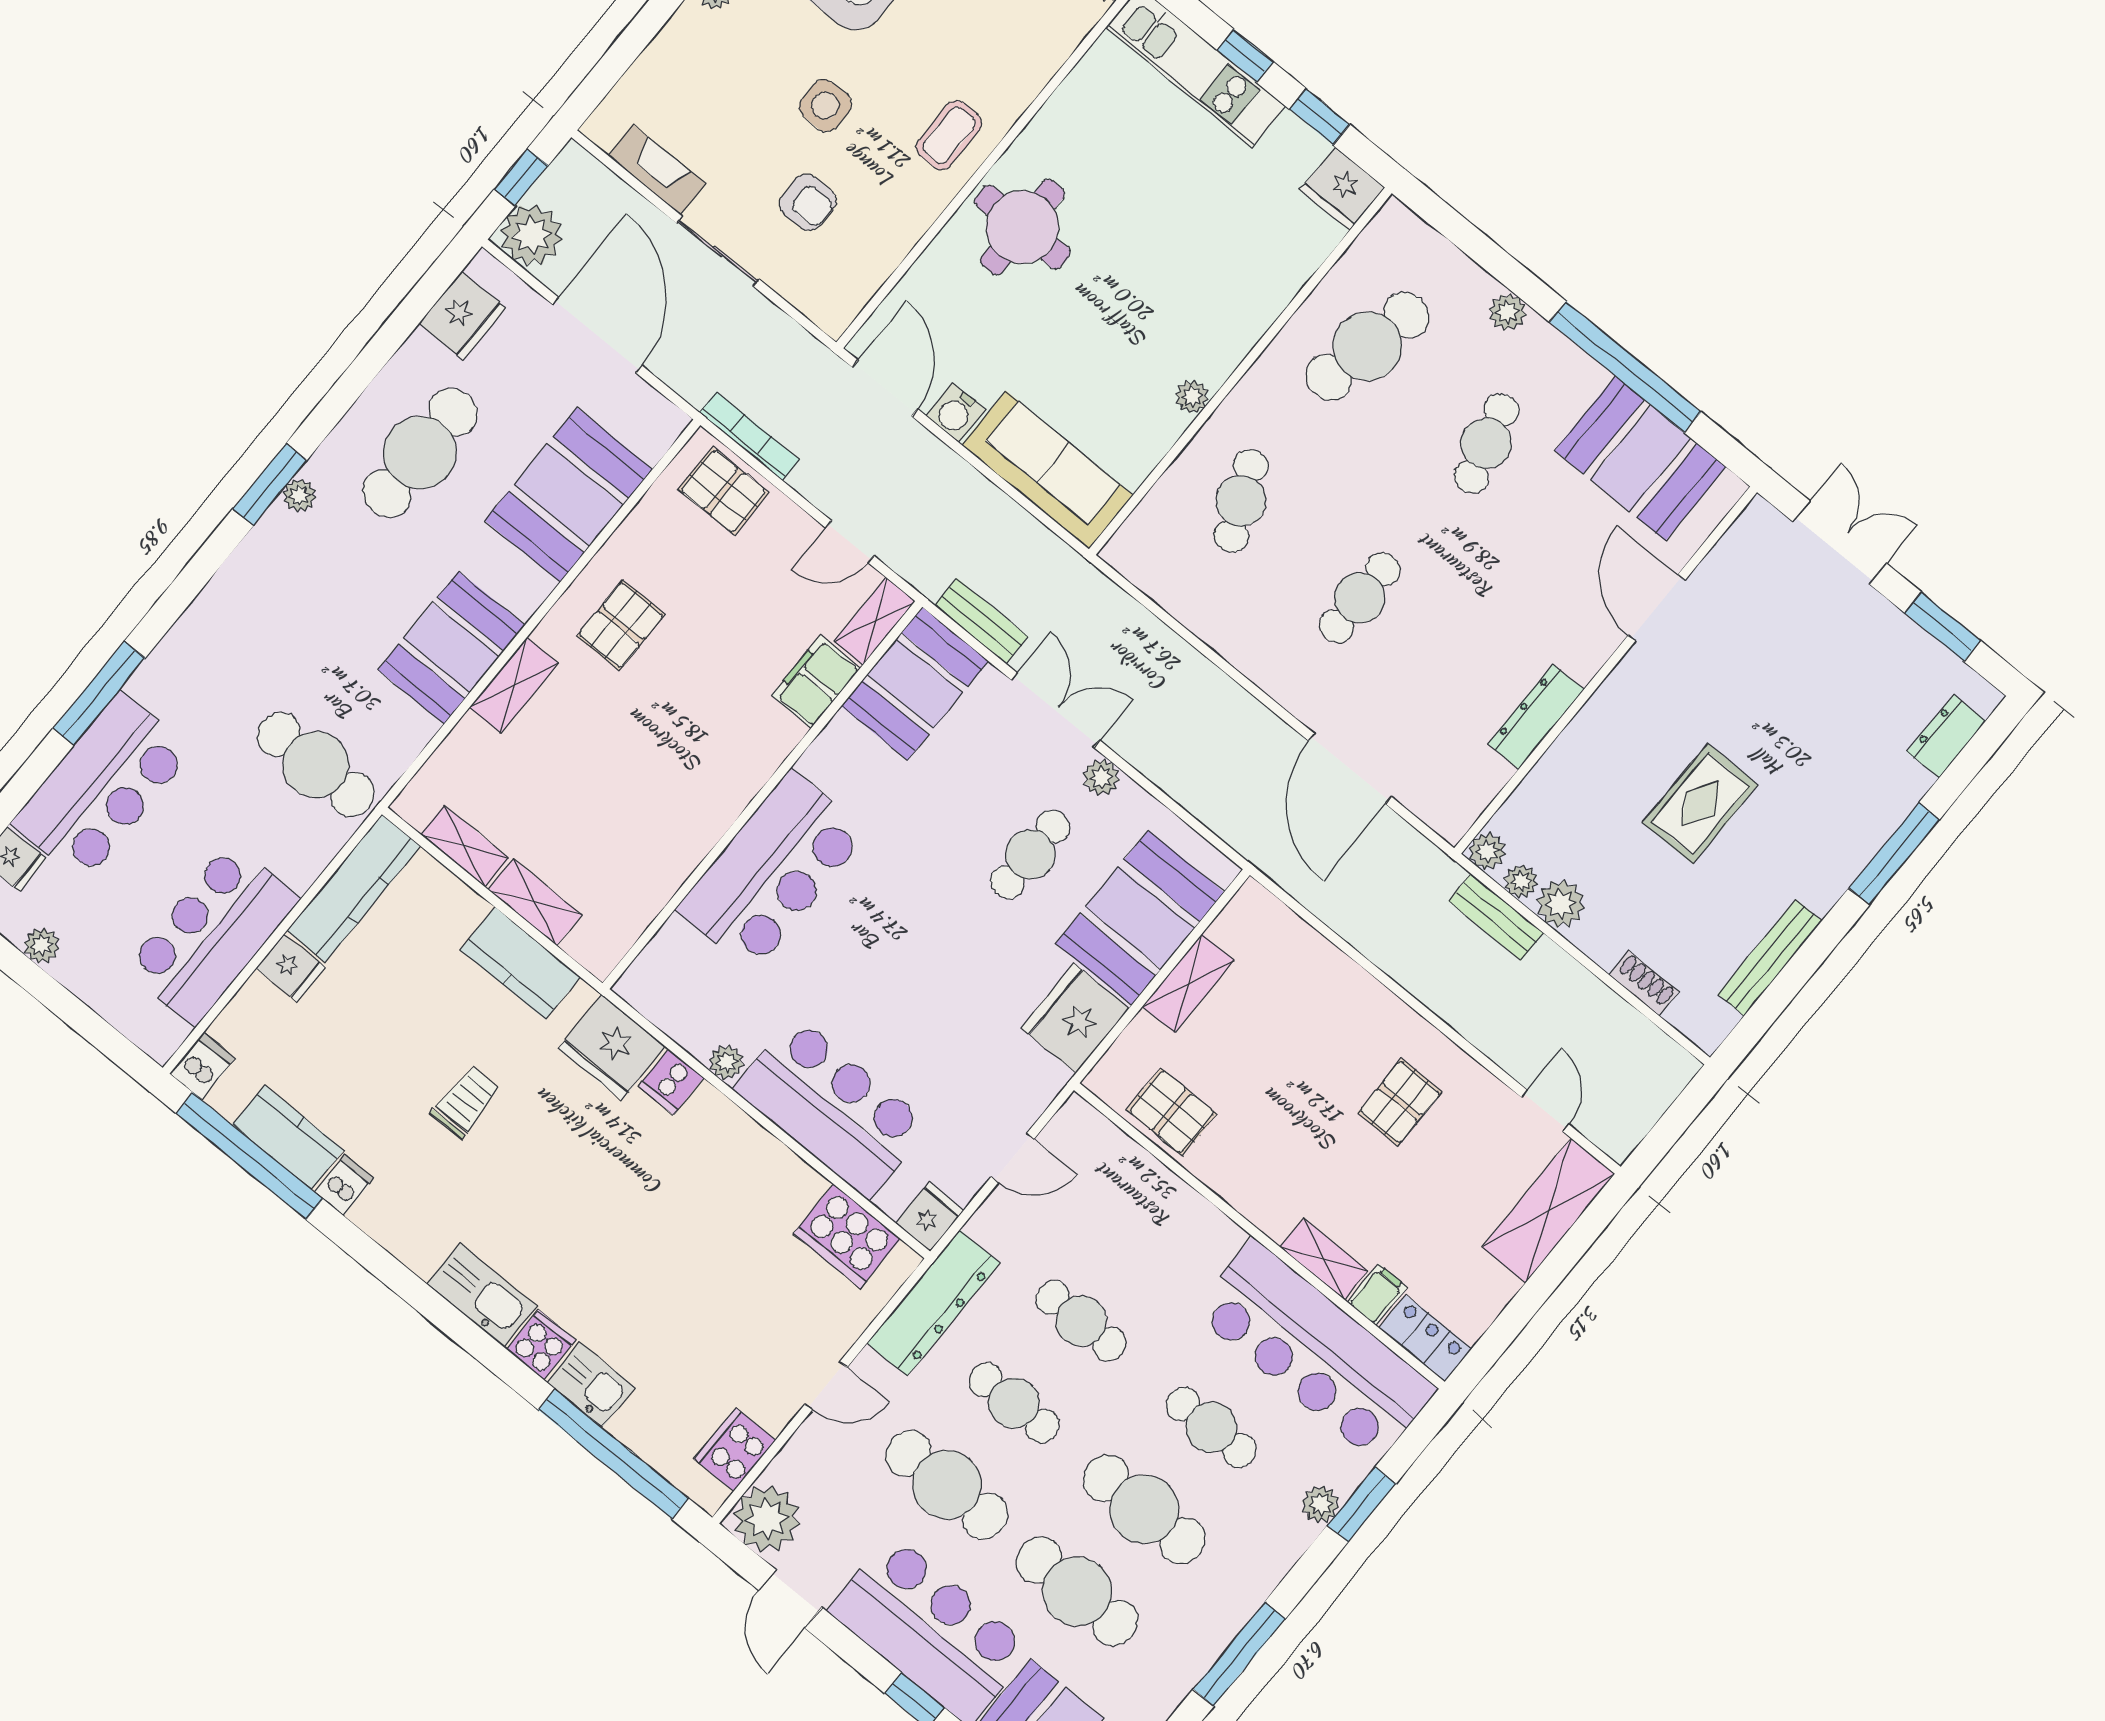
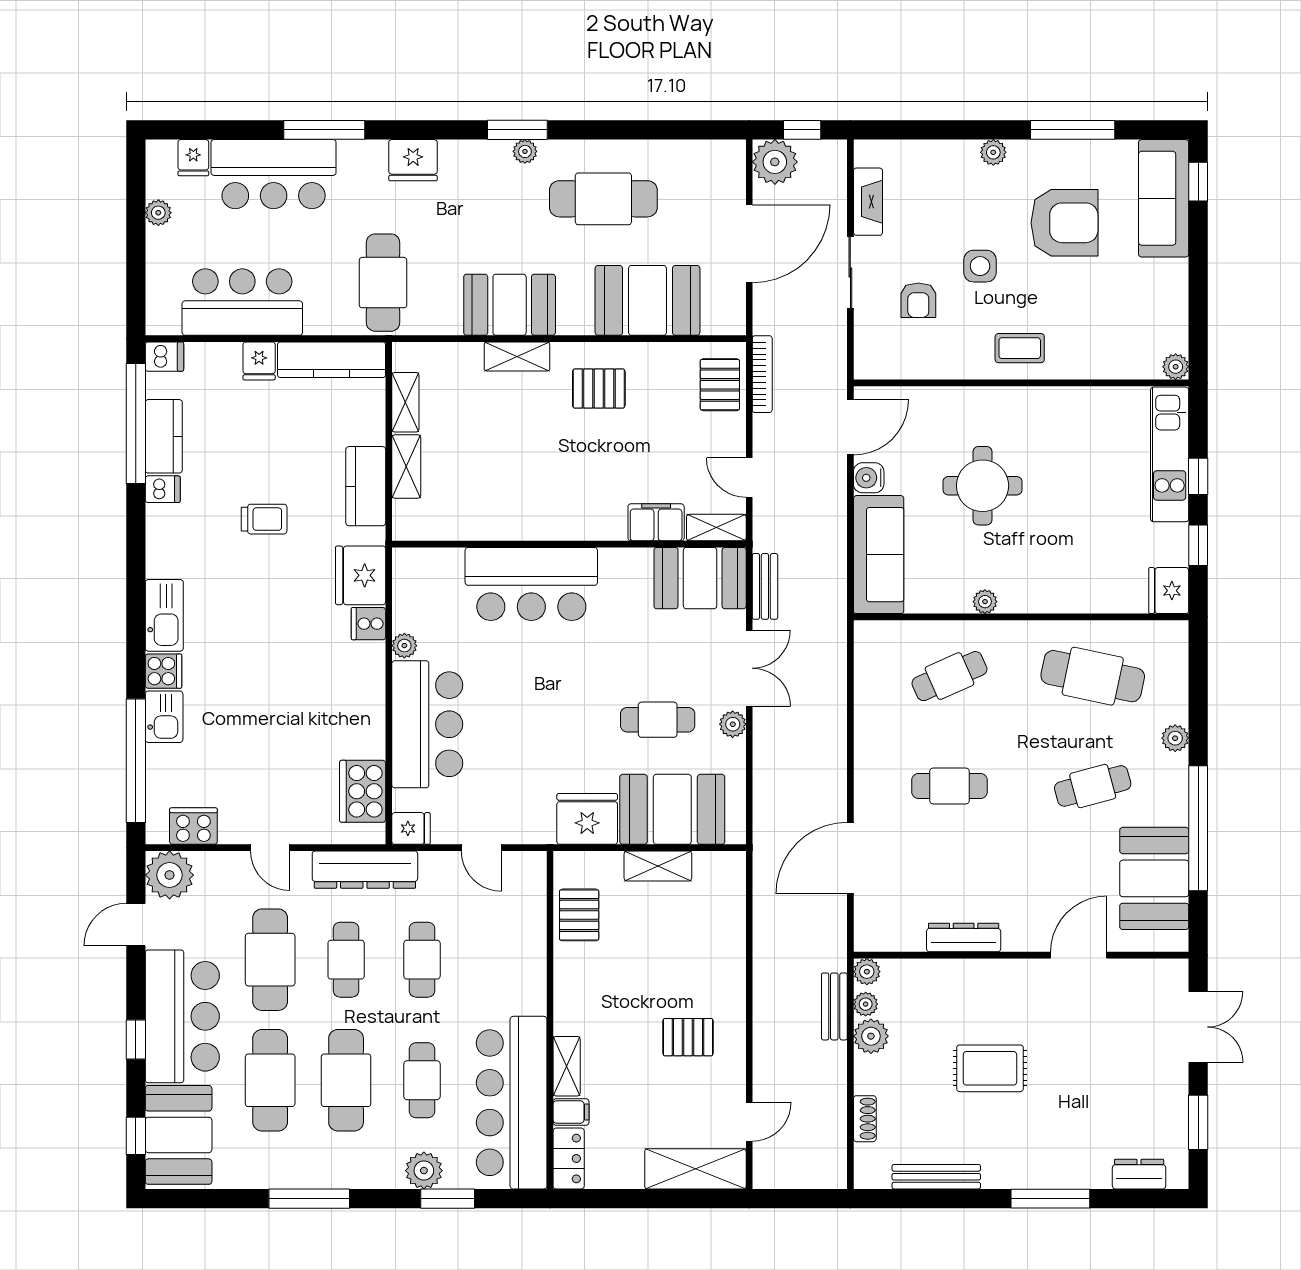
round table: (1022, 227) -> (983, 486), moved
fridge: (463, 316) -> (413, 160), moved
plant: (1320, 1504) -> (424, 1171), width x1.38, depth x1.38

